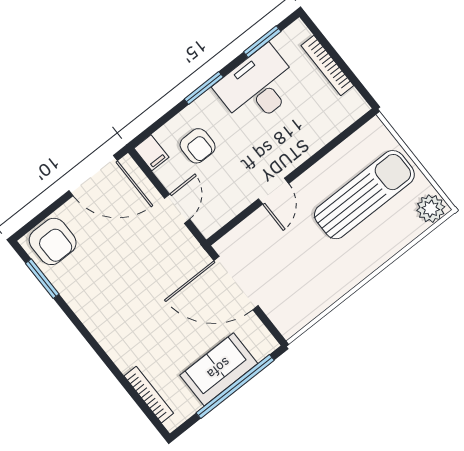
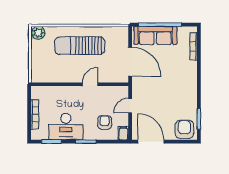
sun lounger: (364, 195) -> (80, 46), moved
sofa: (219, 369) -> (155, 35), width x1.36

